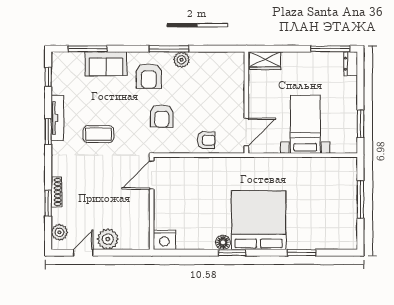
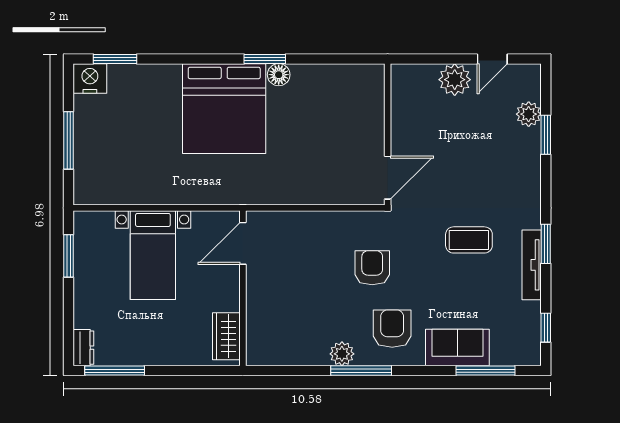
wardrobe: (265, 61) -> (226, 336), moved, turned -90
armchair: (206, 140) -> (304, 231), removed
shoe rack: (56, 192) -> (533, 152), removed
plant: (59, 232) -> (529, 114), moved
nightstand: (164, 240) -> (90, 78), moved
window: (302, 253) -> (115, 59), moved

